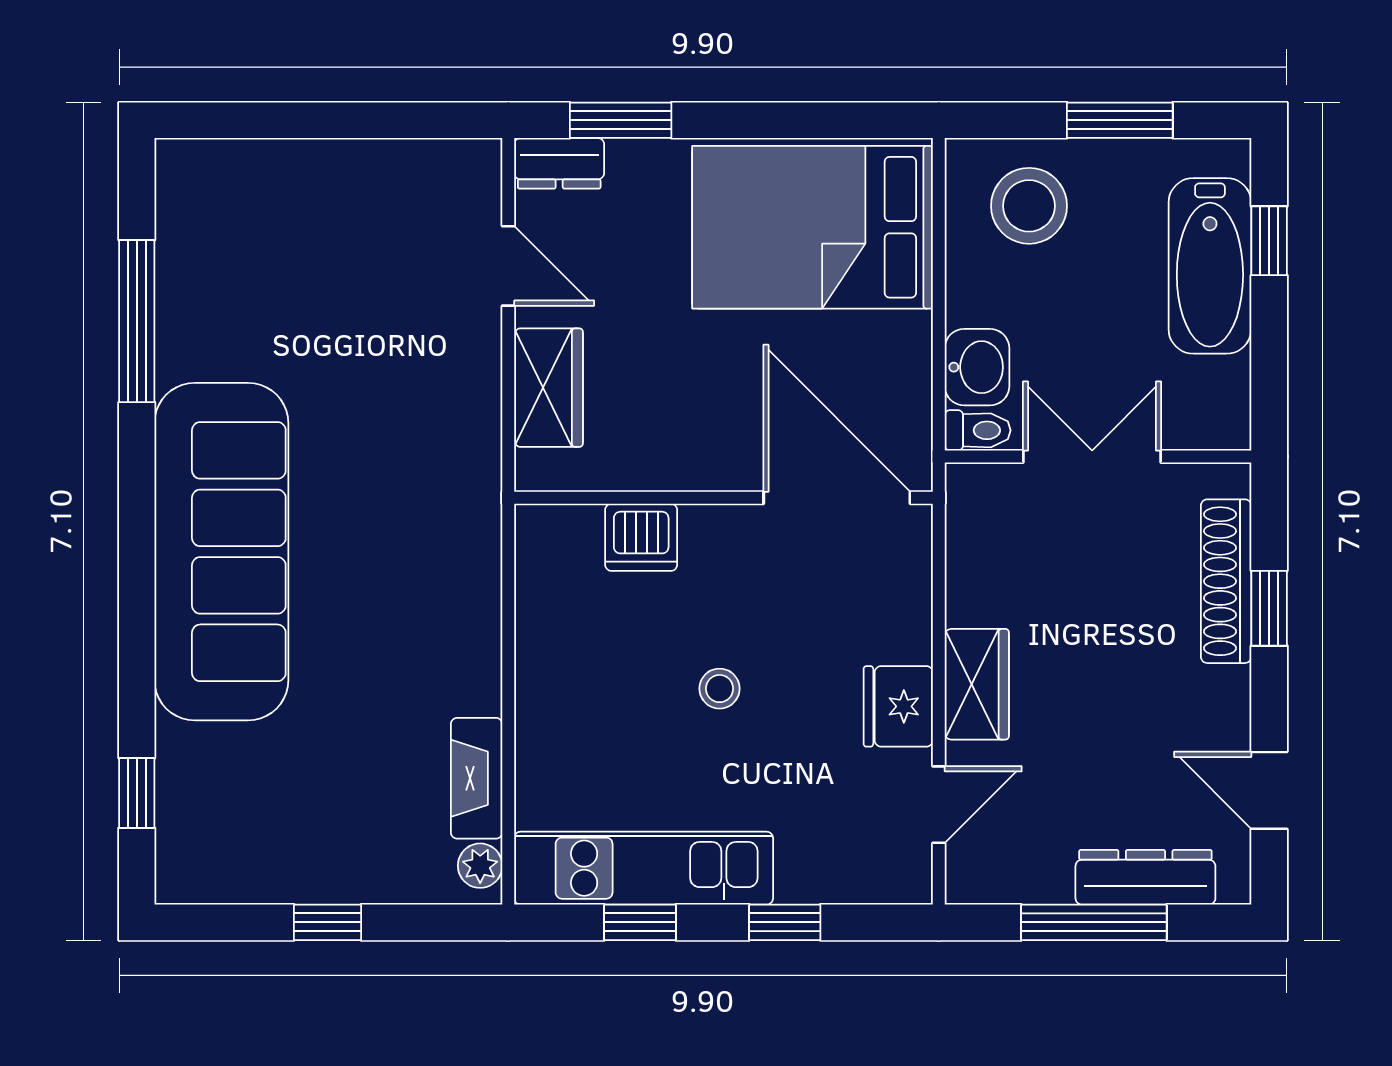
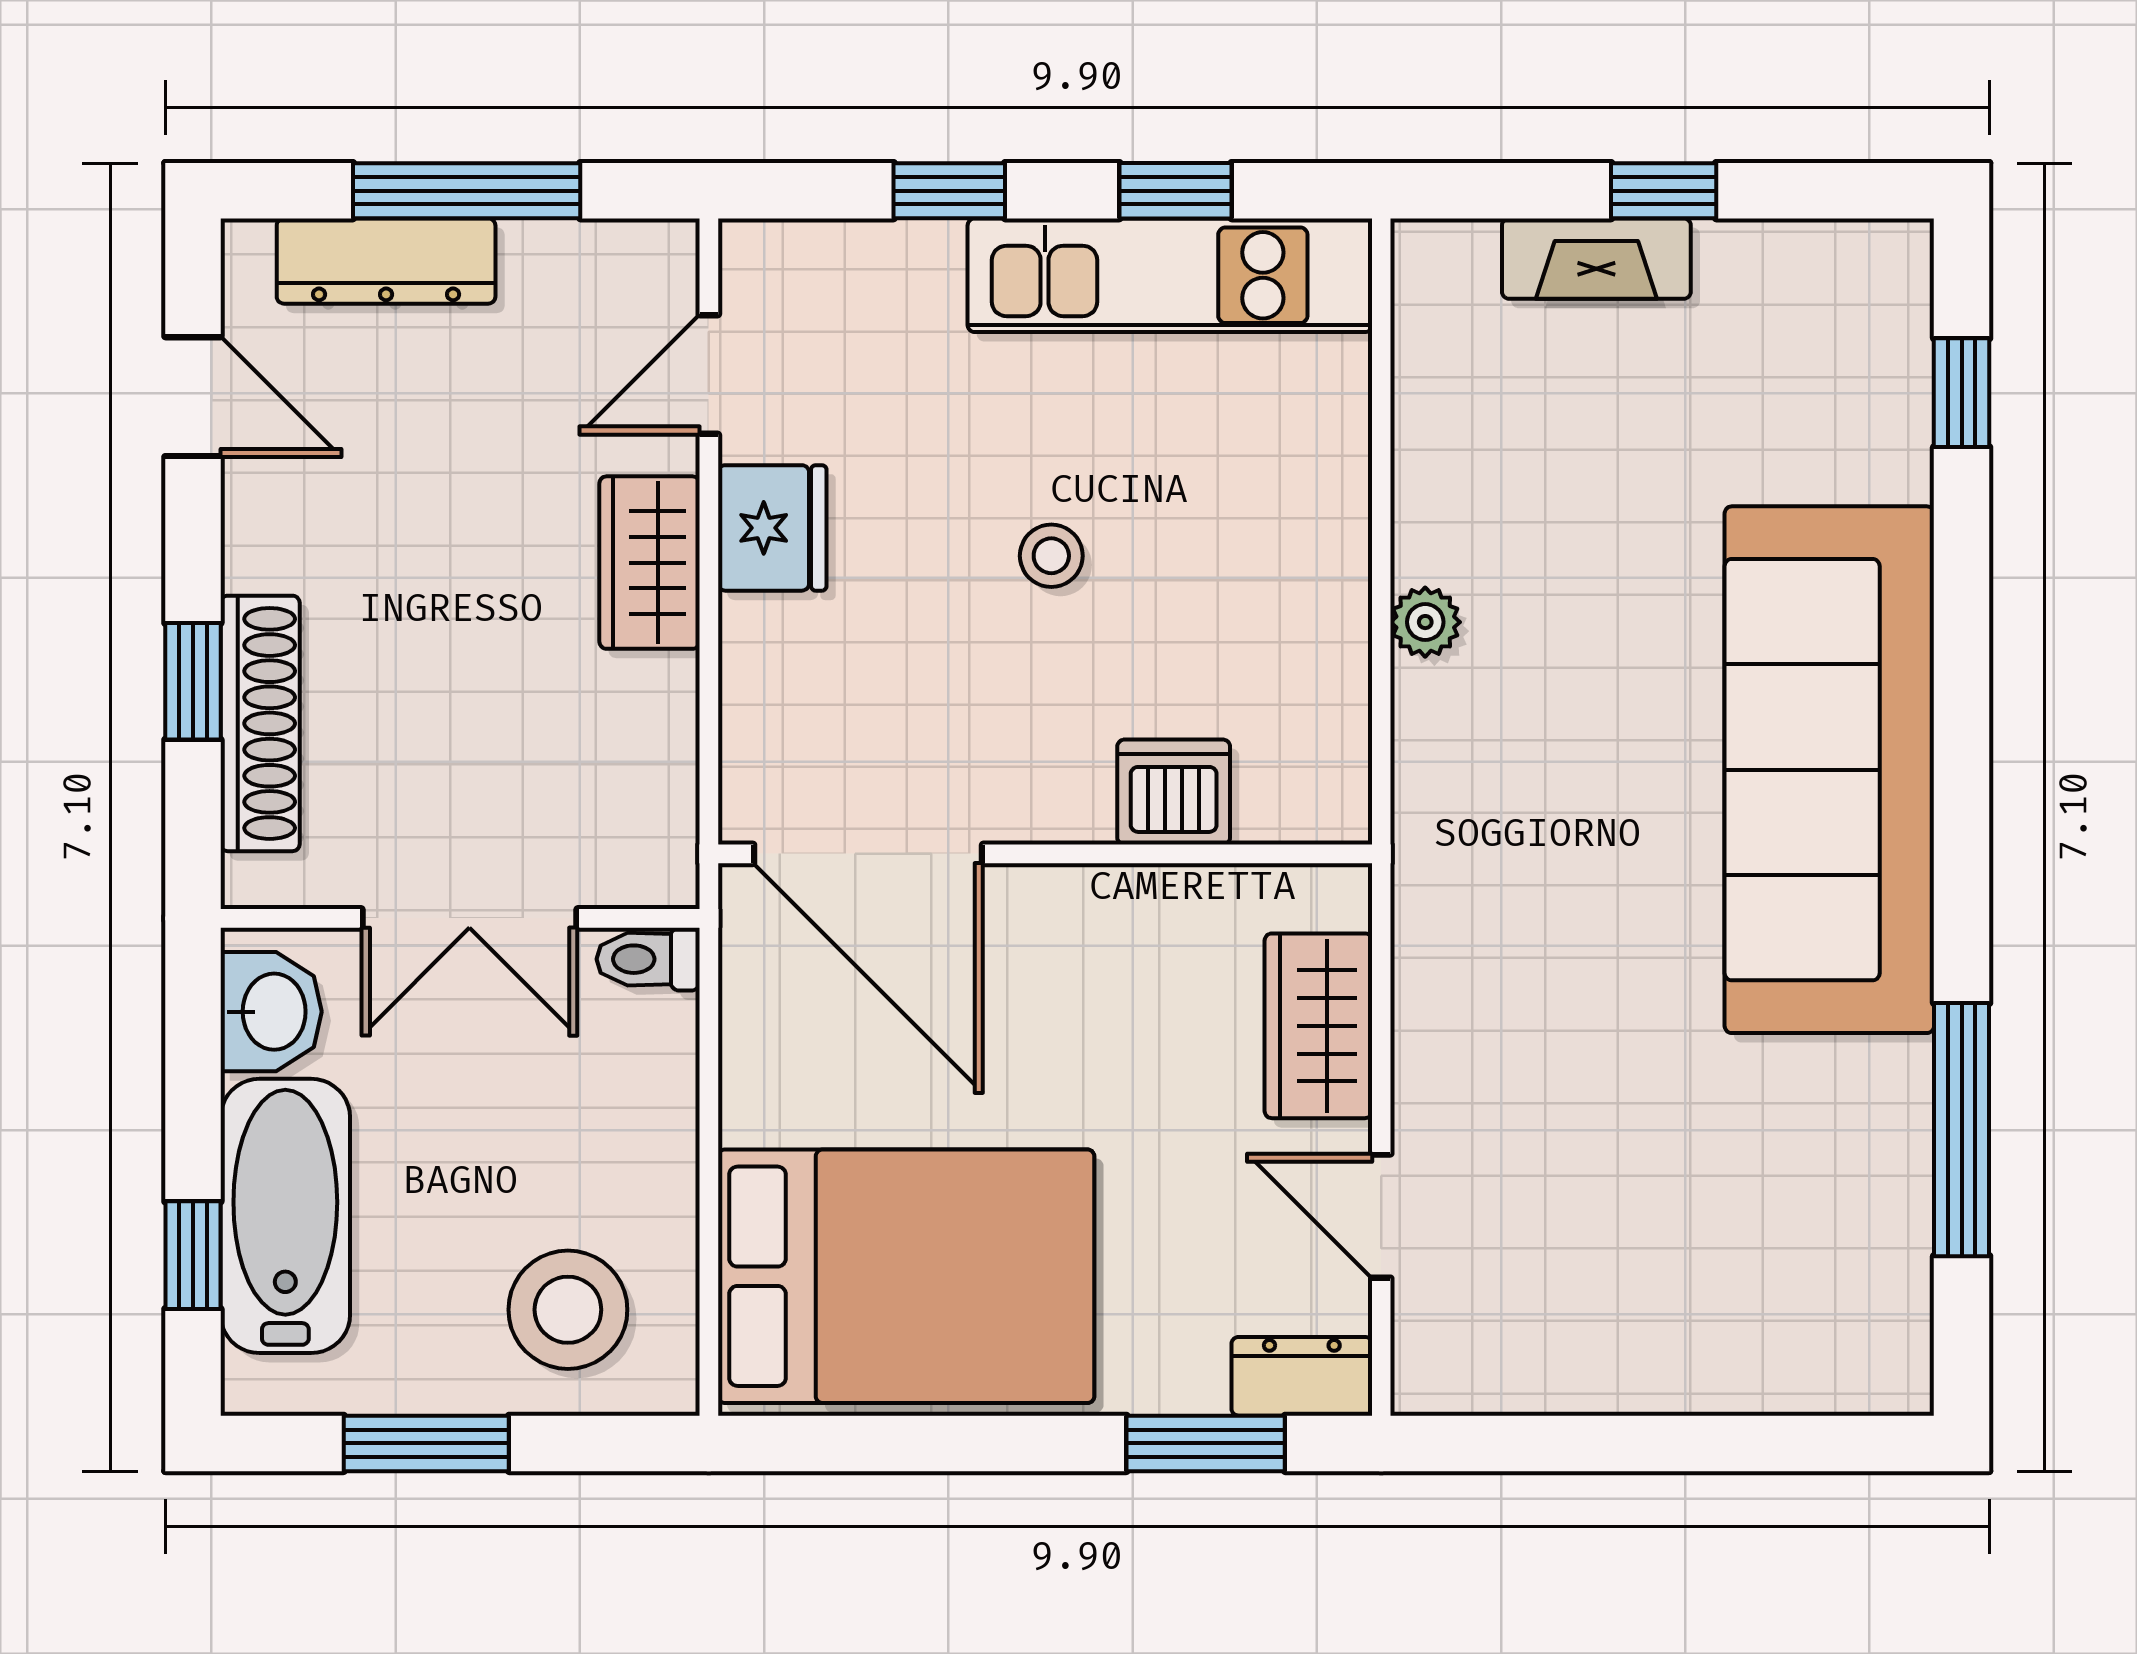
washbasin: (977, 367) -> (271, 1012), moved, turned 180
fireplace: (477, 778) -> (1596, 259), moved, turned 90
plant: (480, 866) -> (1425, 622), moved

